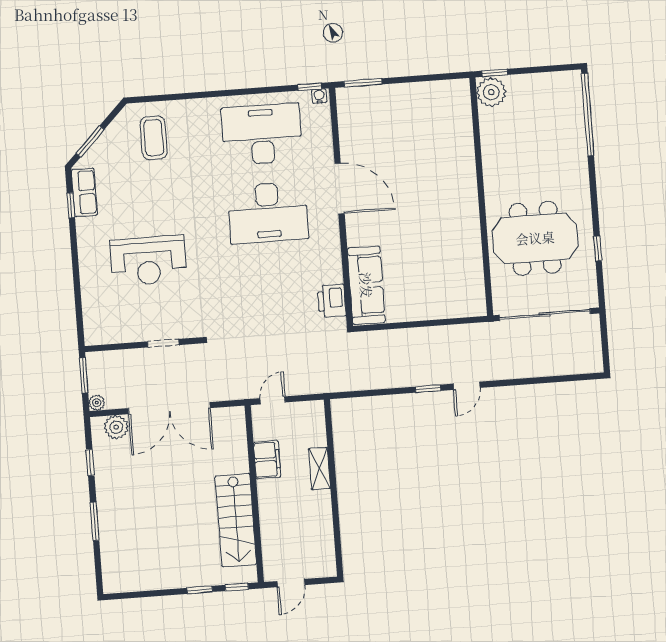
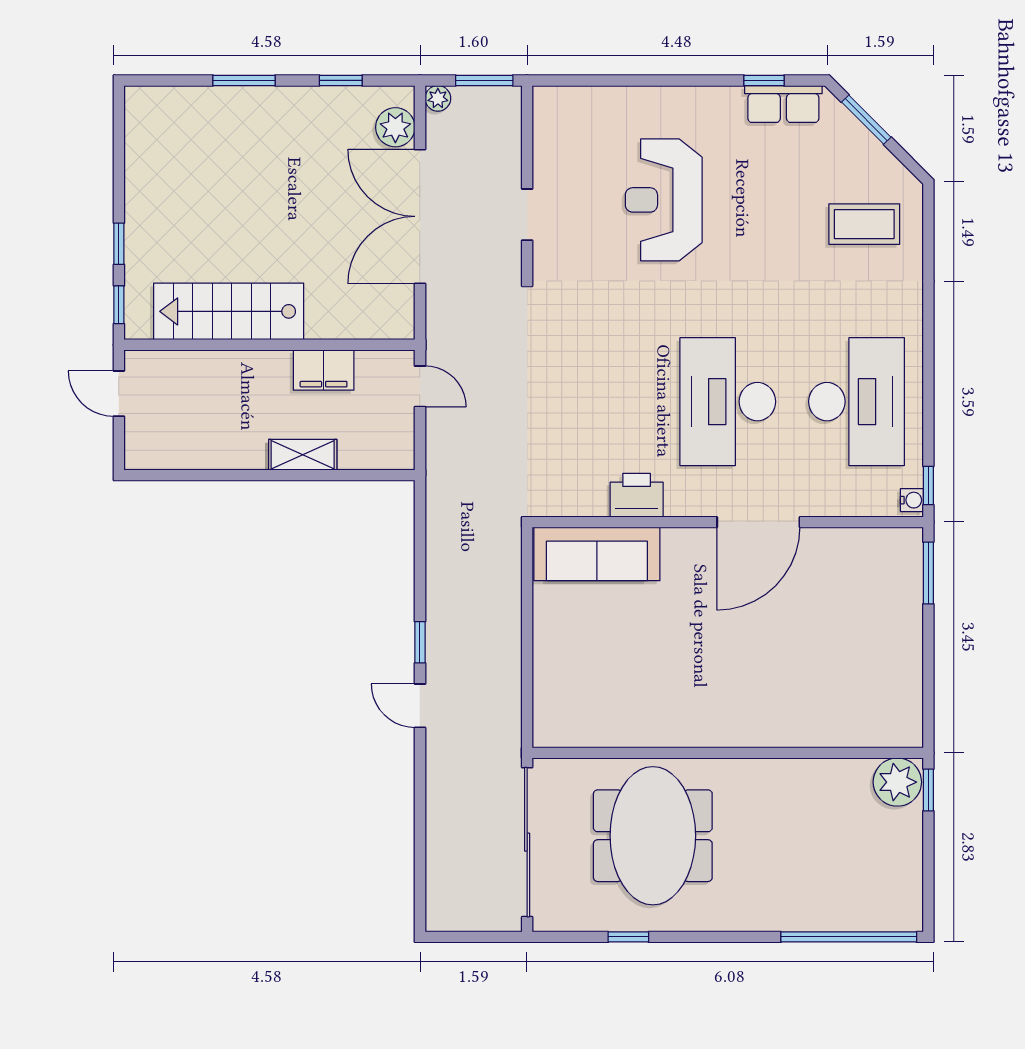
printer: (332, 301) -> (637, 495), moved

